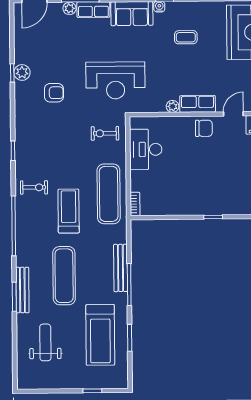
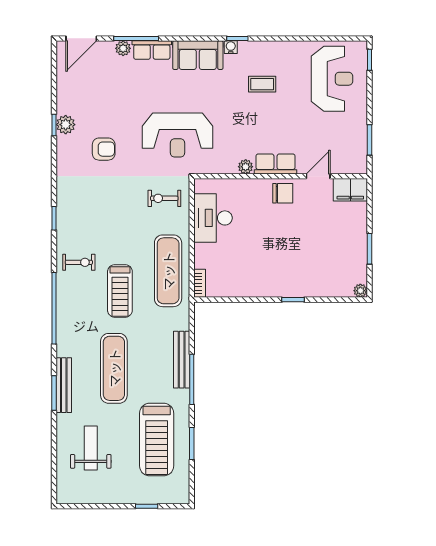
treadmill: (69, 211) -> (120, 291), turned 180

